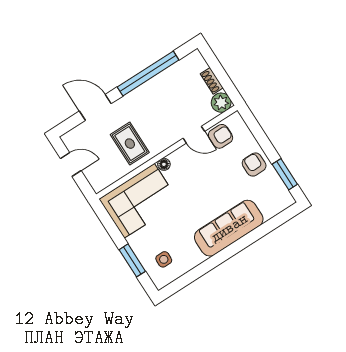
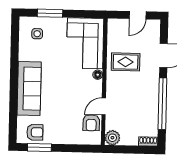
shoe rack: (212, 81) -> (148, 141), moved
armchair: (254, 165) -> (35, 132), moved

